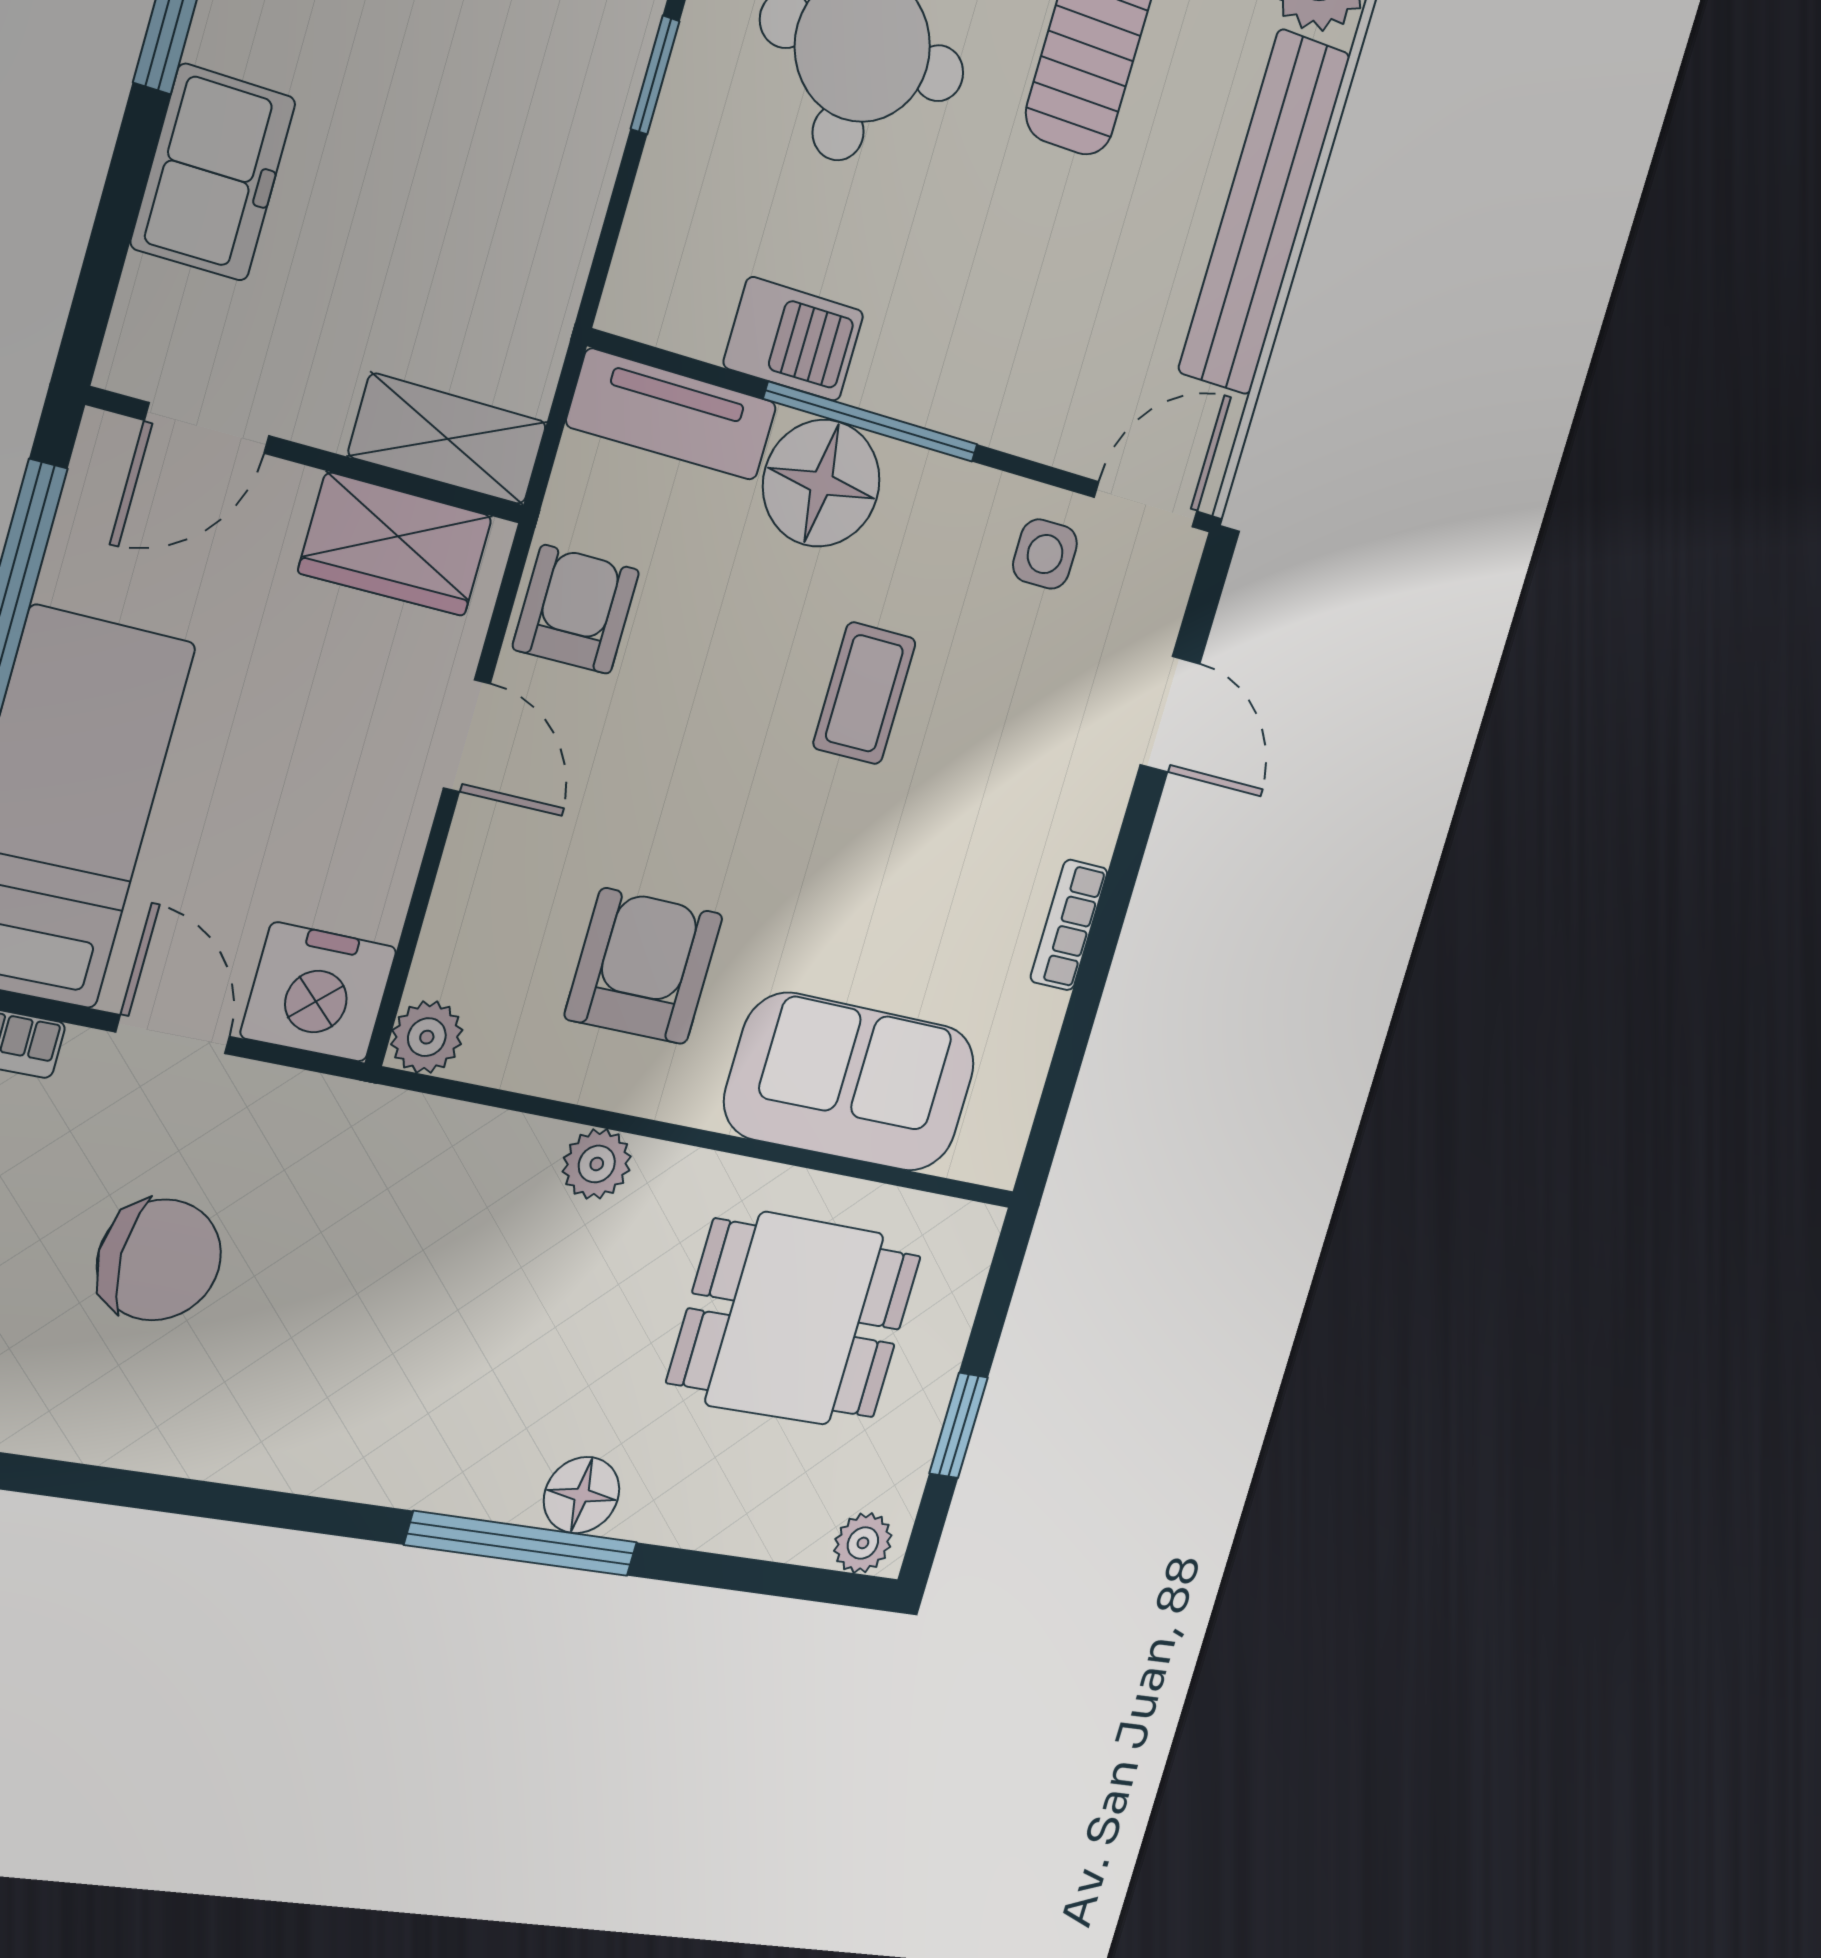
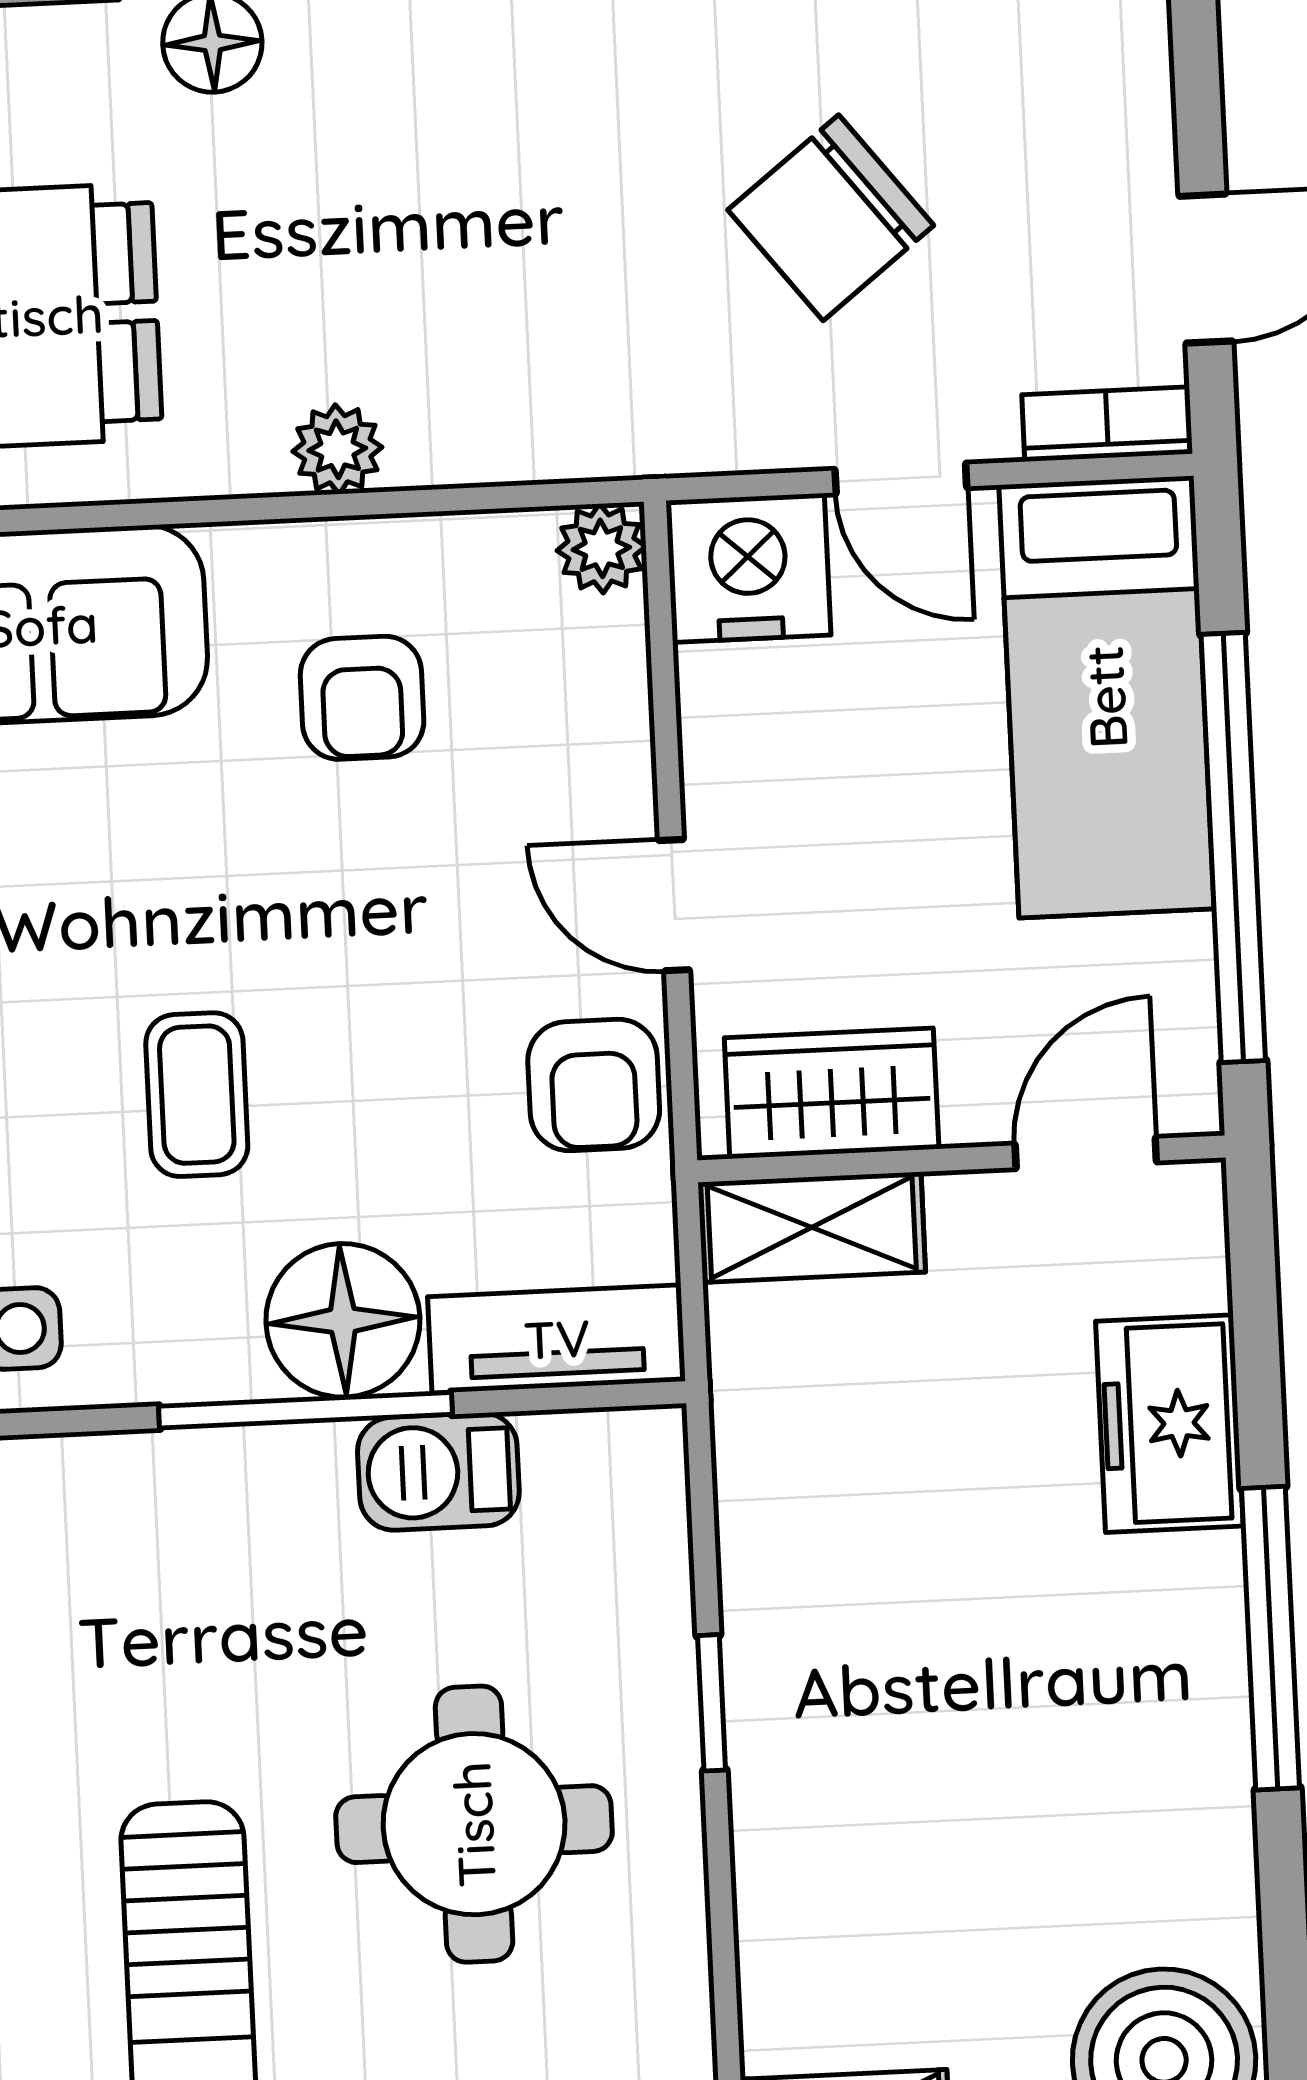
armchair: (644, 966) -> (362, 698), width x0.72, depth x0.72
chair: (159, 1260) -> (831, 218), turned -38

